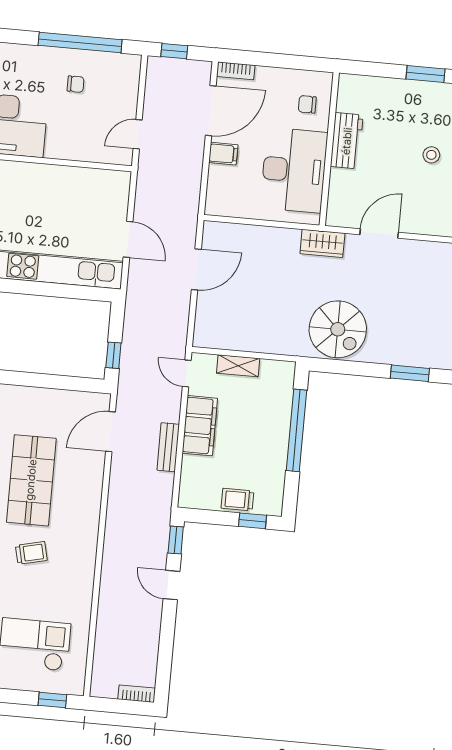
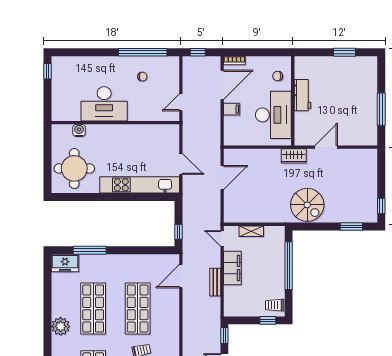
stool: (431, 155) -> (352, 99), removed
trolley: (237, 500) -> (275, 305), moved

